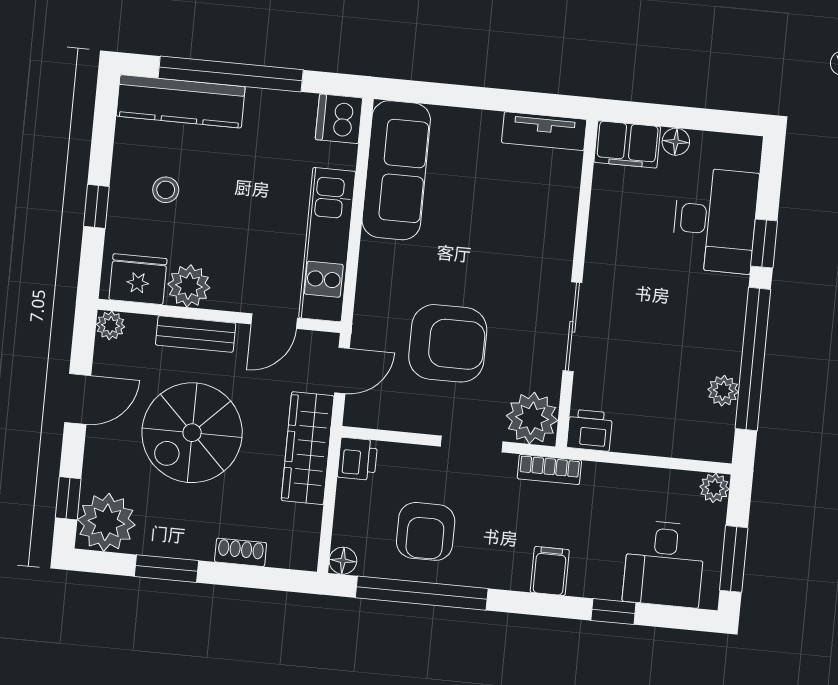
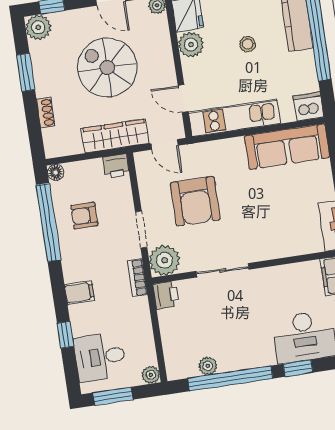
stool: (166, 190) -> (248, 44), moved
bench: (196, 334) -> (164, 55), removed
plant: (106, 522) -> (38, 27), width x0.73, depth x0.73
armchair: (426, 531) -> (84, 216), width x0.72, depth x0.72

